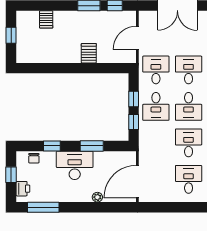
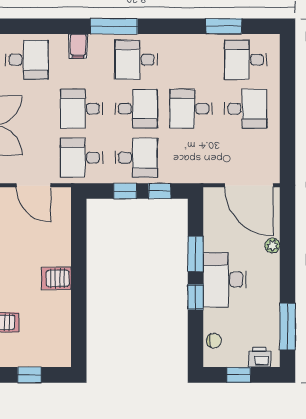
server rack: (89, 53) -> (56, 278), moved
window: (52, 146) -> (196, 297), moved
desk: (189, 179) -> (246, 109), turned 180

